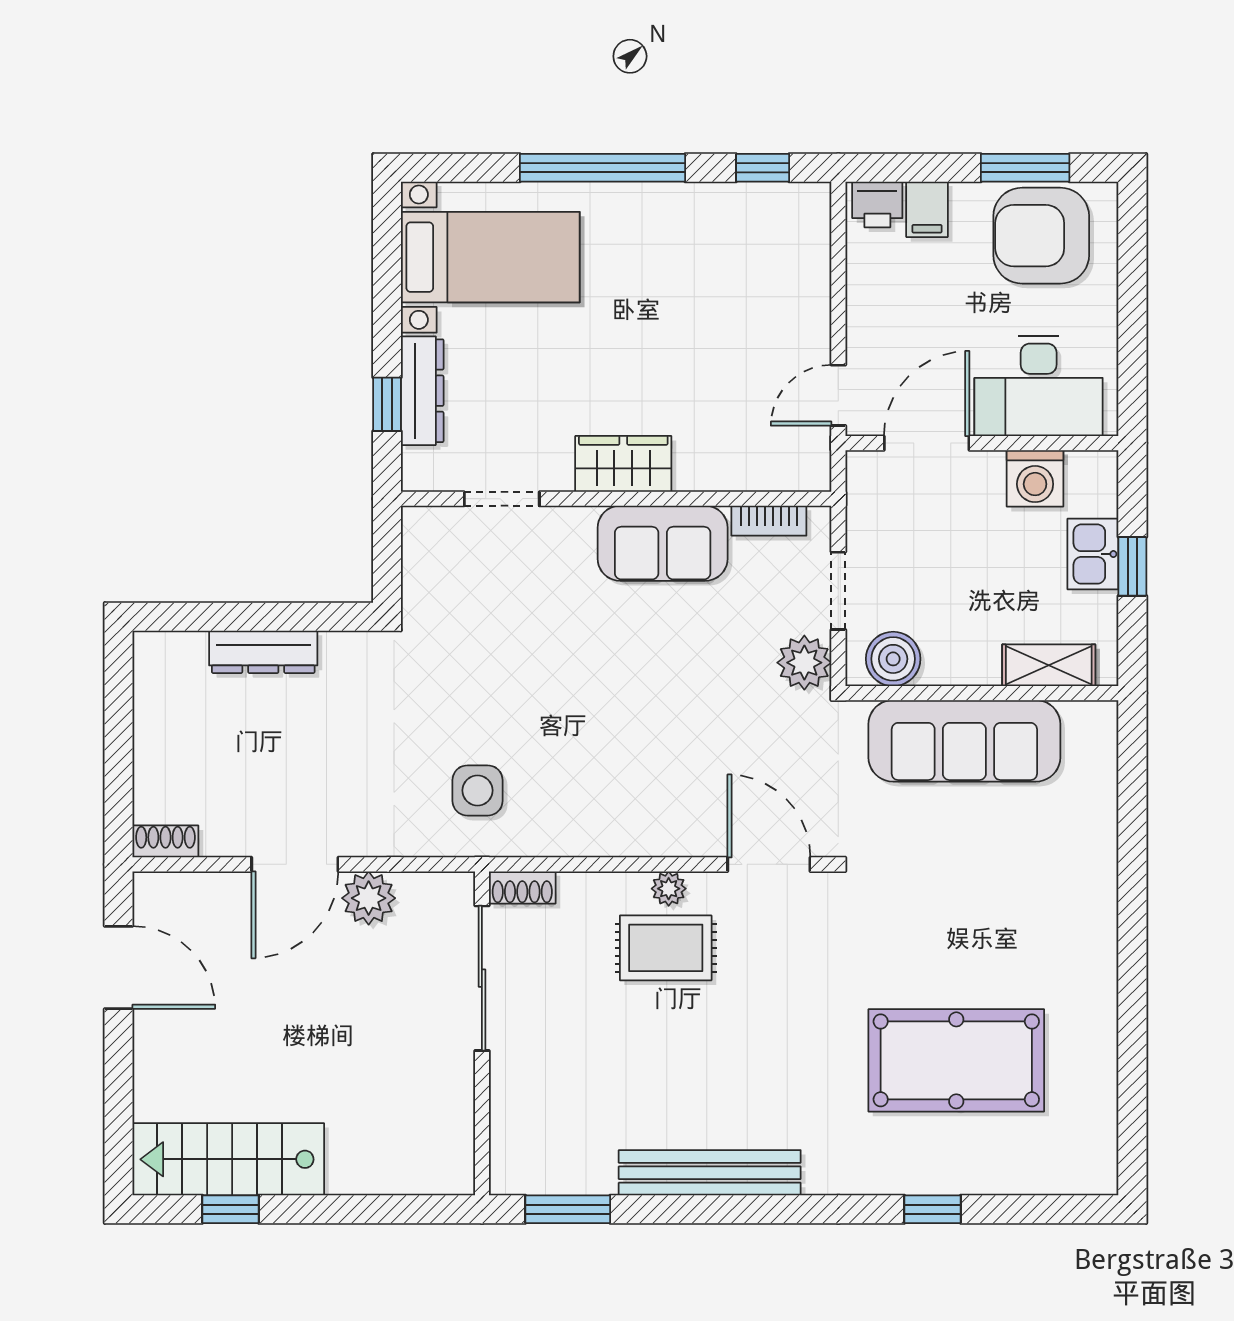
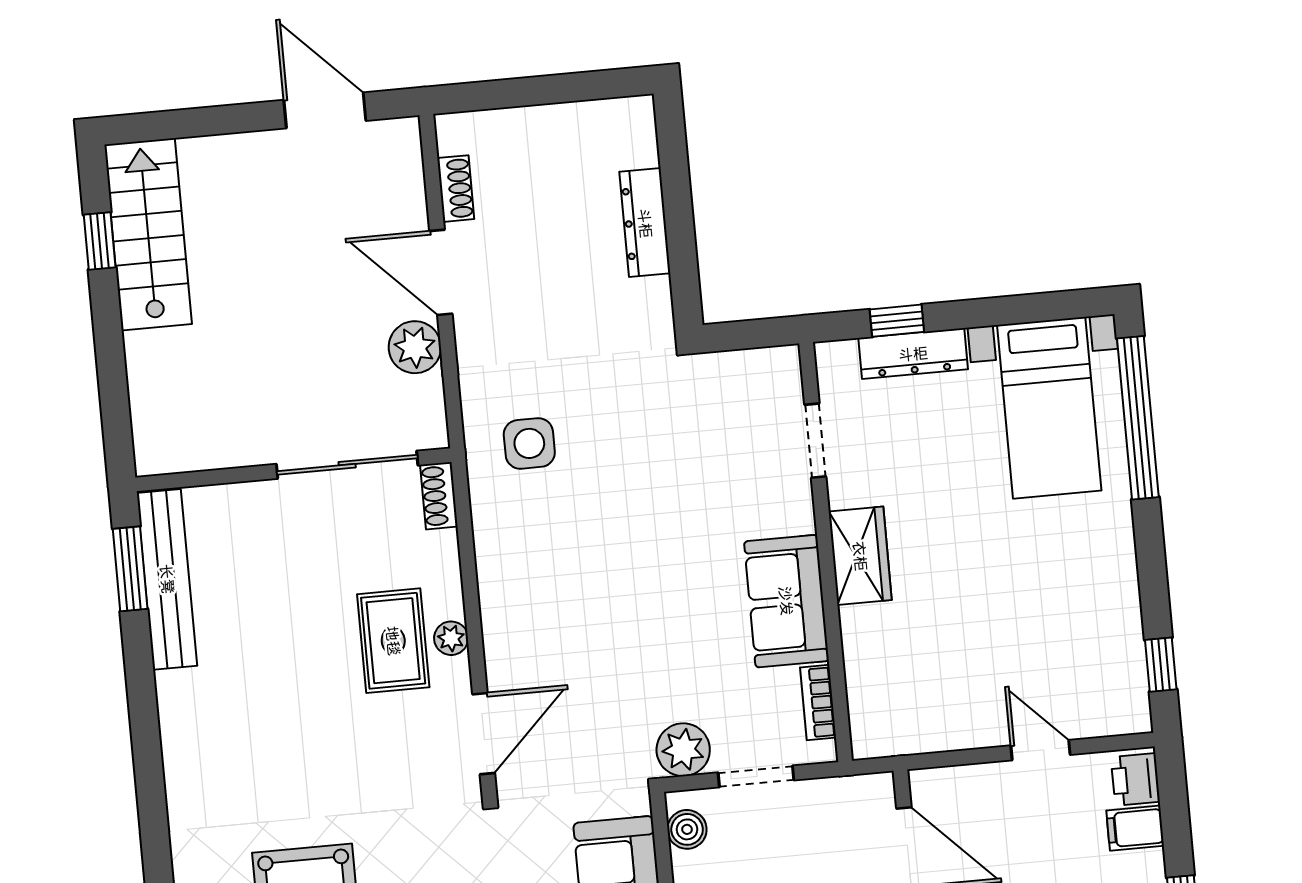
window: (602, 168) -> (1138, 418), moved
door: (838, 395) -> (1040, 750), moved
boiler: (893, 659) -> (687, 829), width x0.73, depth x0.73
shoe rack: (165, 841) -> (456, 189), moved
door: (119, 967) -> (325, 110), swing flipped
bench: (710, 1173) -> (167, 579), moved

